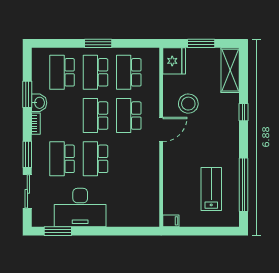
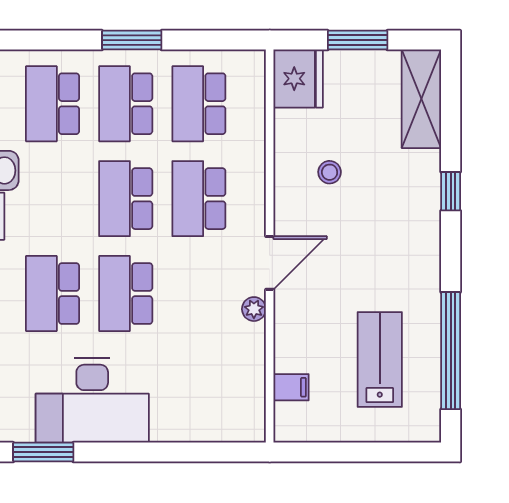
stool: (188, 104) -> (330, 172), width x0.53, depth x0.53
door: (161, 129) -> (270, 263), moved
plant: (154, 166) -> (254, 309), added
filing cabinet: (171, 221) -> (291, 387), moved

